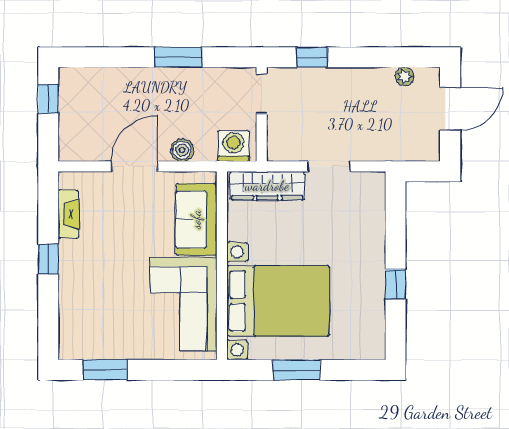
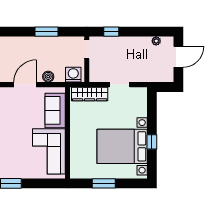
bed with nightstands: (278, 301) -> (122, 146), moved, turned 180

